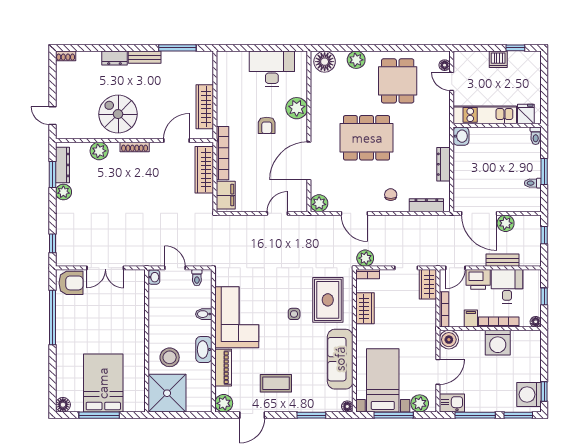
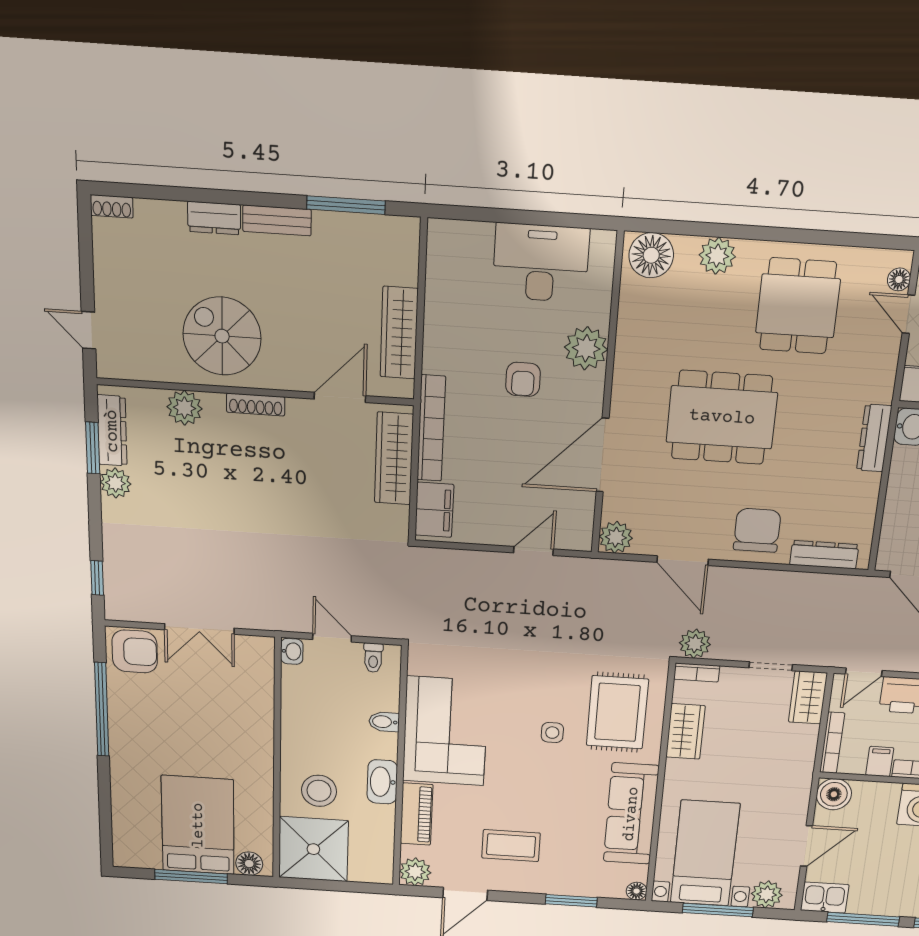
dresser: (443, 164) -> (874, 438), moved
chair: (391, 195) -> (757, 530), width x1.87, depth x1.87
floor lamp: (63, 405) -> (249, 864), moved

